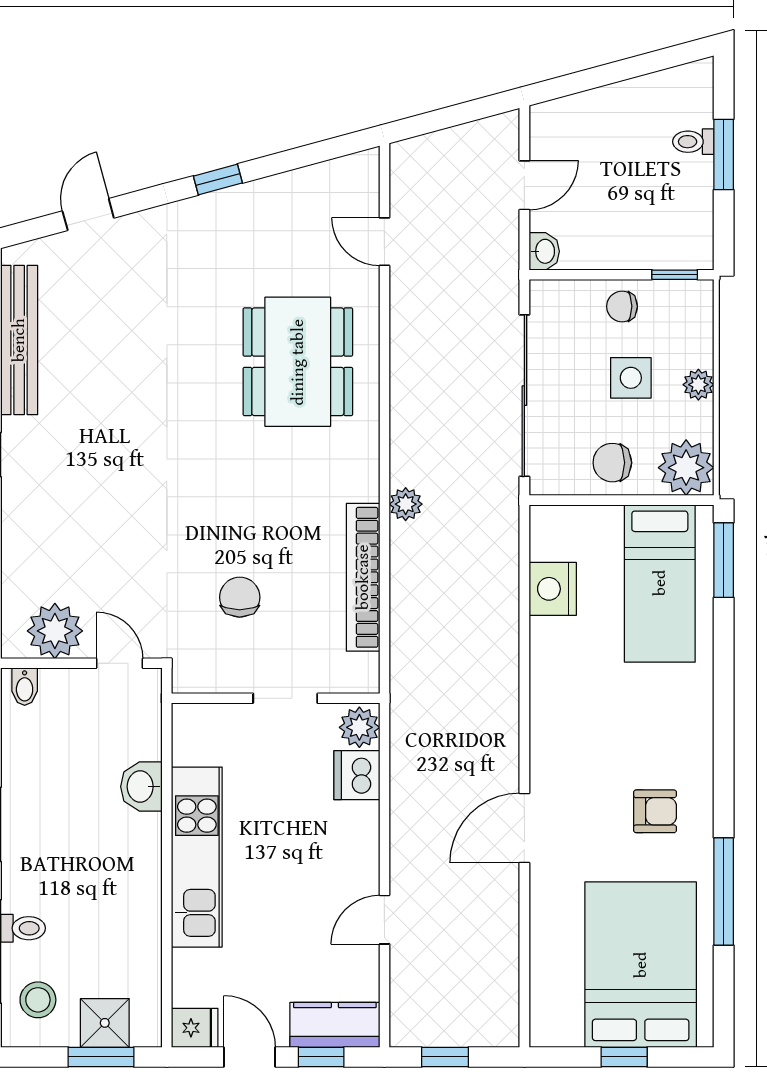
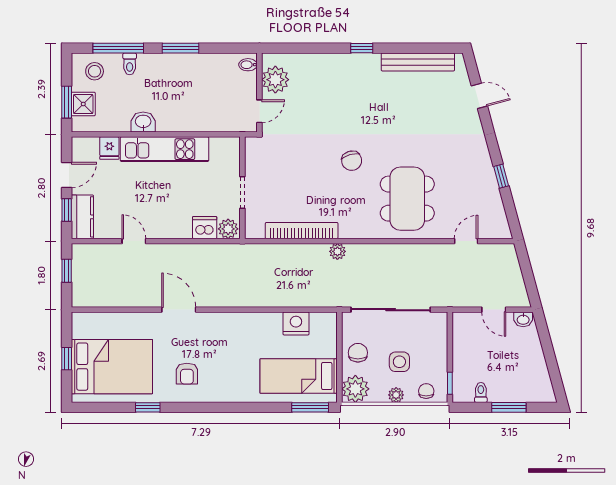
toilet: (693, 142) -> (481, 392), moved
window: (218, 179) -> (501, 176), moved
washbasin: (544, 251) -> (523, 319), moved
chair: (622, 306) -> (426, 391), moved
dining table: (298, 362) -> (407, 199), turned 90
chair: (240, 597) -> (352, 161), moved, turned 74
washbasin: (141, 787) -> (143, 122), moved
window: (724, 891) -> (148, 407), width x0.46
fridge: (195, 1028) -> (109, 148), moved

